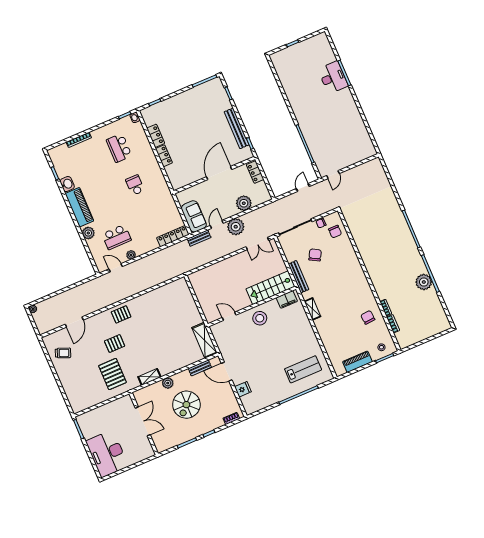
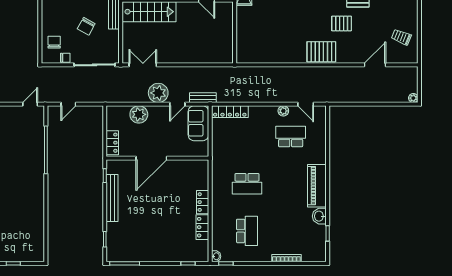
school desk: (135, 185) -> (247, 184), width x1.85
plant: (88, 233) -> (319, 154), removed
pallet: (121, 314) -> (321, 52), width x1.50, depth x1.42

